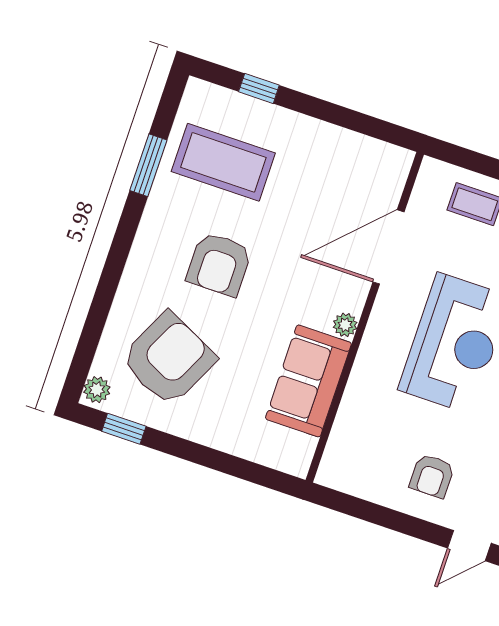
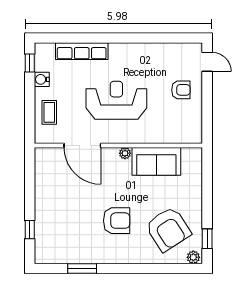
coffee table: (223, 162) -> (69, 234), removed
armchair: (168, 359) -> (168, 229), turned -149

